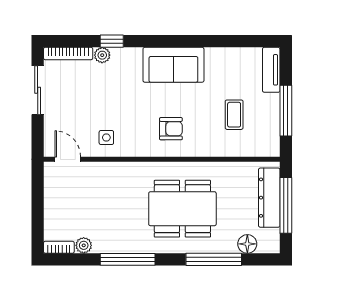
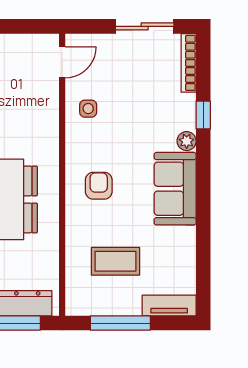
plant: (102, 55) -> (187, 141), moved
coffee table: (234, 115) -> (115, 261), width x1.36, depth x1.30
armchair: (171, 129) -> (99, 186), turned 180

